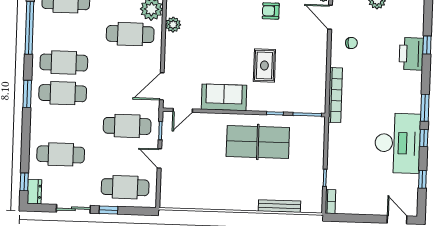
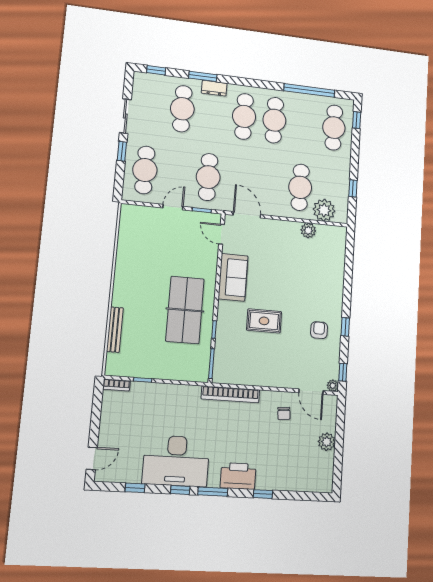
door: (330, 17) -> (311, 392), swing flipped
window: (427, 45) -> (263, 494), moved
printer: (411, 54) -> (238, 476), moved
window: (27, 94) -> (203, 76), moved
dresser: (34, 192) -> (214, 88), moved

